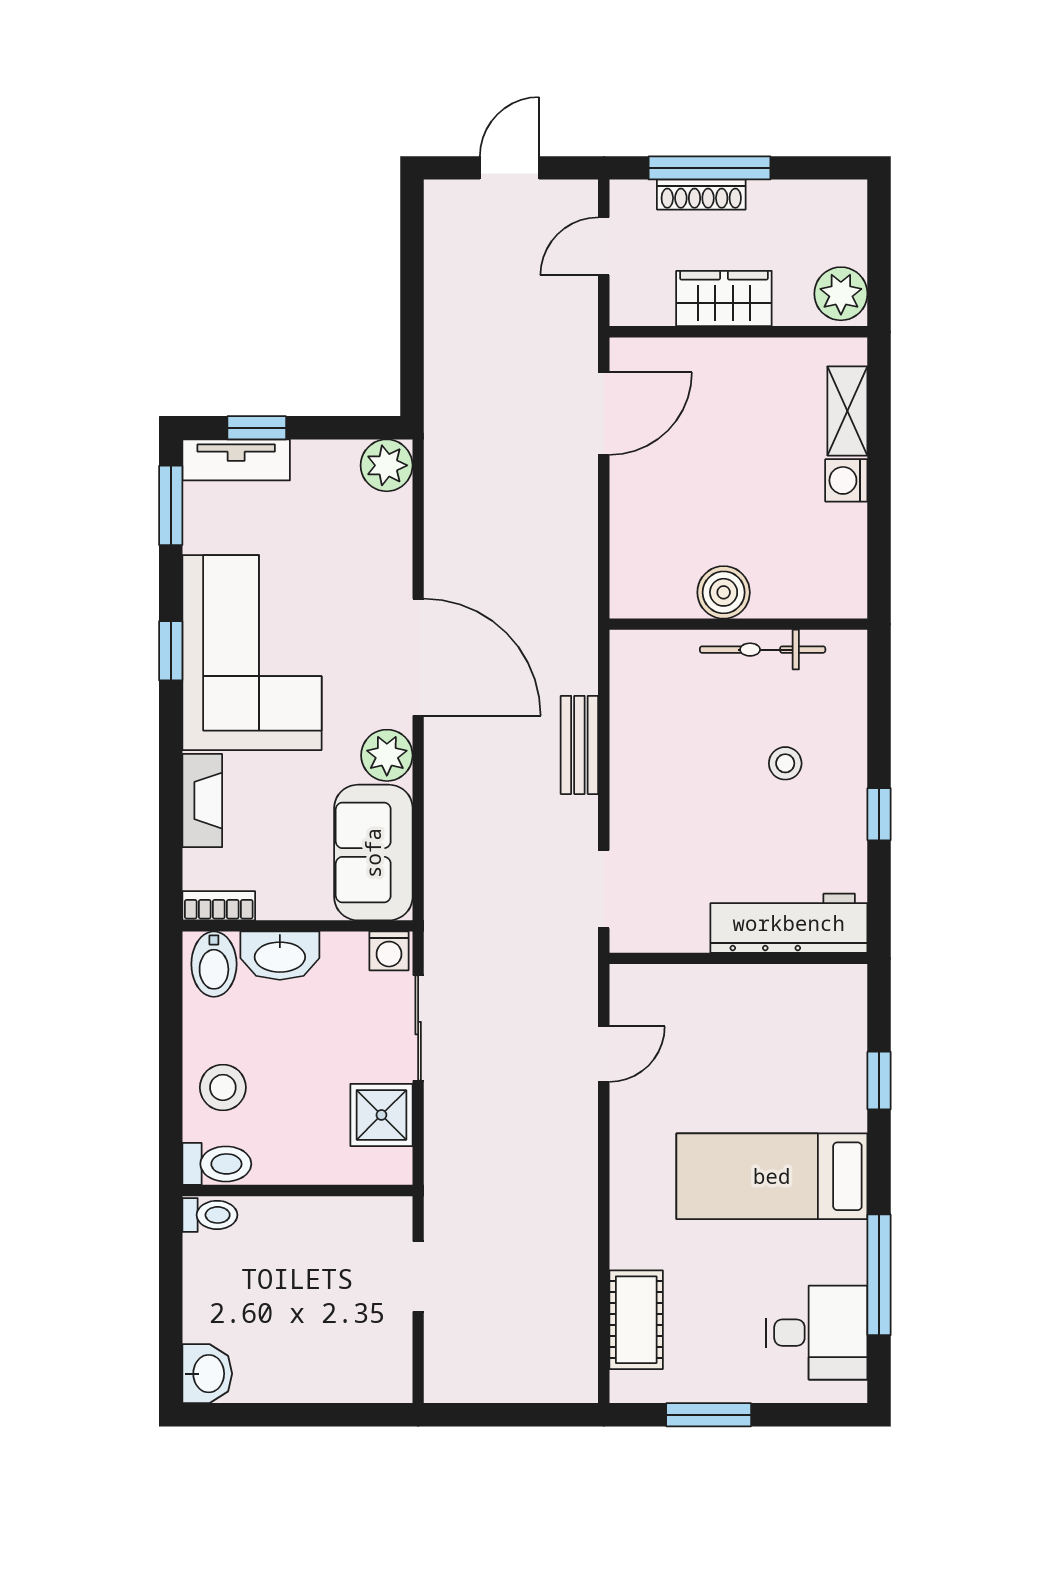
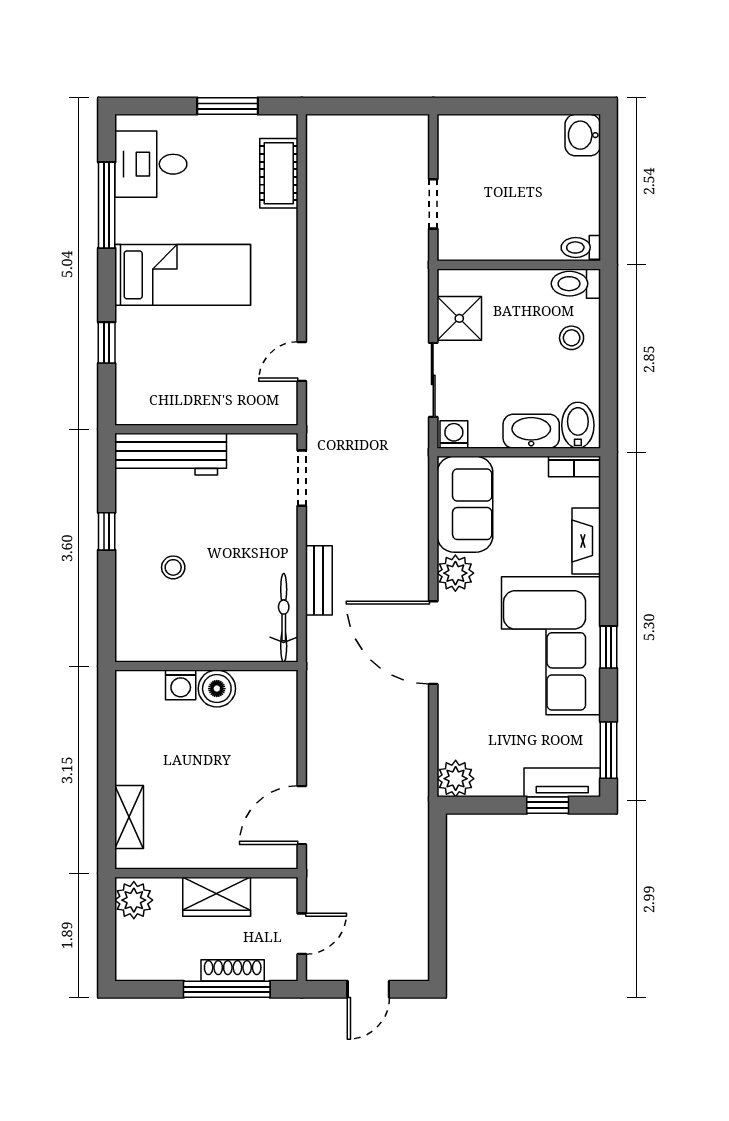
washing machine: (846, 480) -> (181, 685), moved, turned 90
bicycle: (763, 650) -> (284, 618), moved, turned -90
stool: (223, 1087) -> (572, 338), width x0.73, depth x0.73

